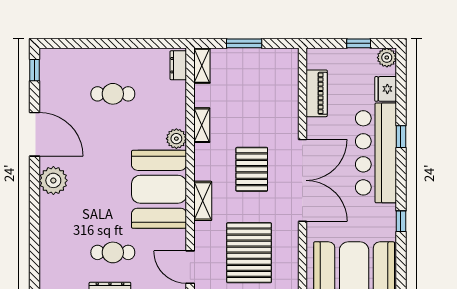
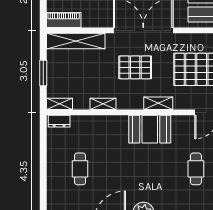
shelving: (288, 88) -> (76, 41), added
piano: (317, 93) -> (64, 20), moved
plant: (176, 139) -> (113, 122), removed
booth: (159, 189) -> (150, 129), width x0.73, depth x0.70

